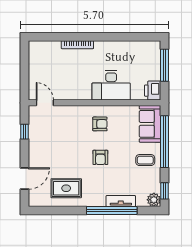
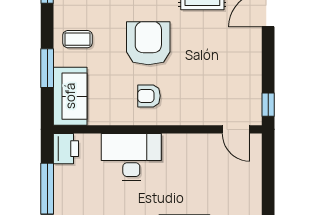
window: (24, 132) -> (268, 105), moved
window: (165, 142) -> (47, 68), width x0.47
armchair: (100, 157) -> (148, 43), width x1.88, depth x1.88

